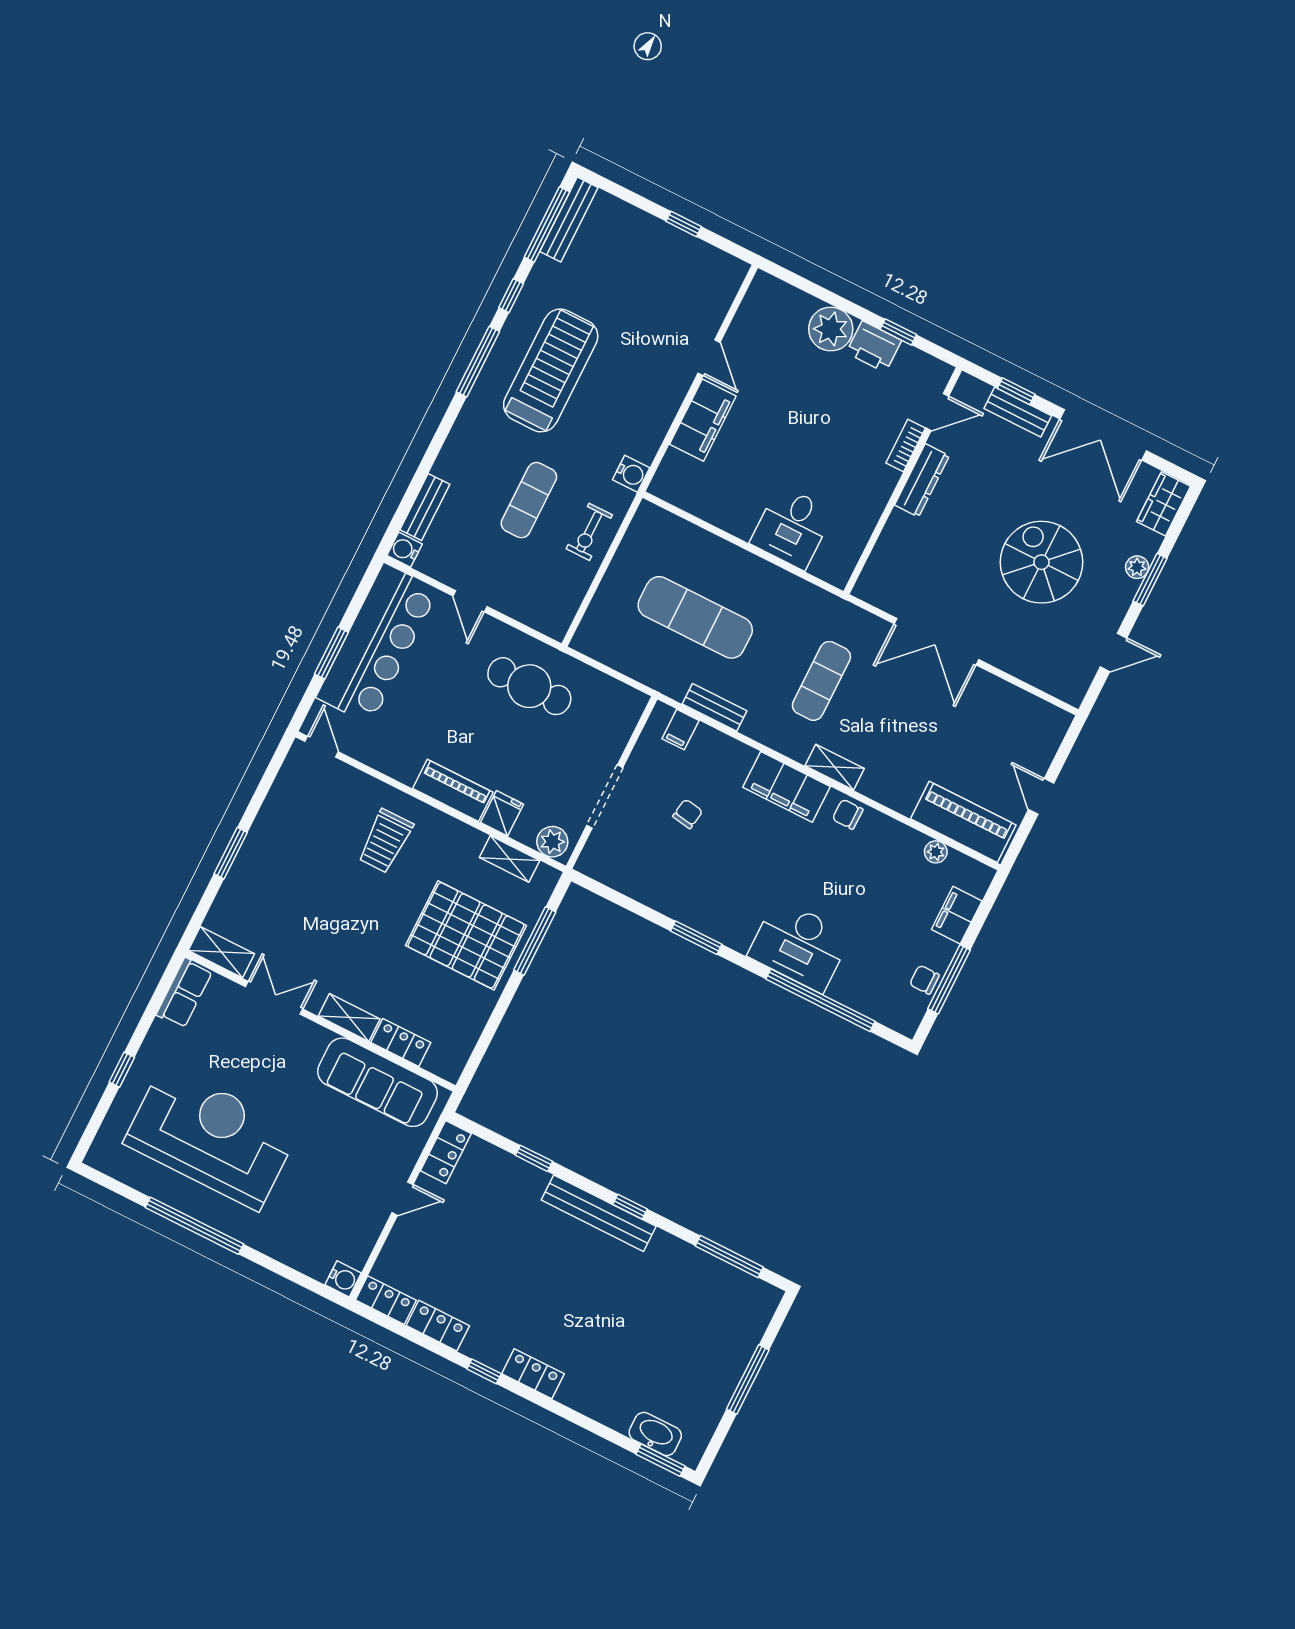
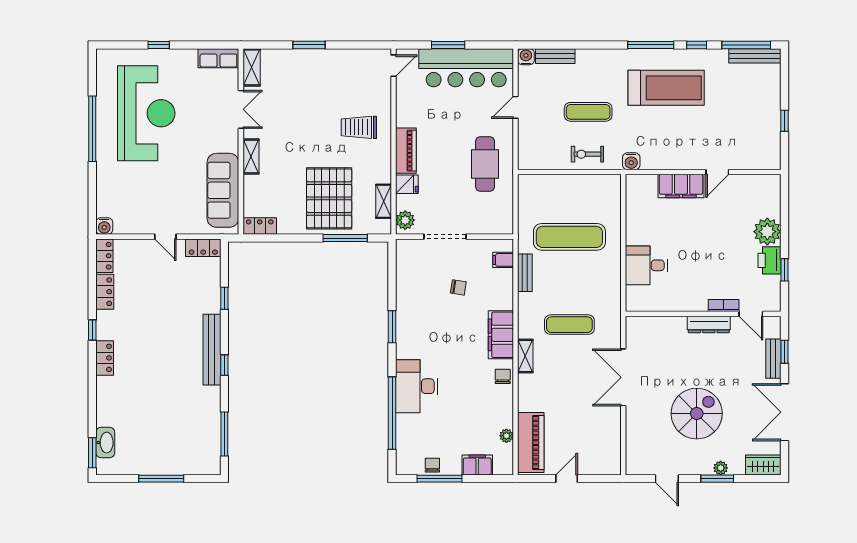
exercise mat: (695, 617) -> (569, 237), turned 90
locker: (401, 1042) -> (260, 226), moved, turned -90

